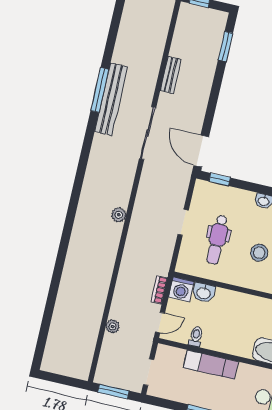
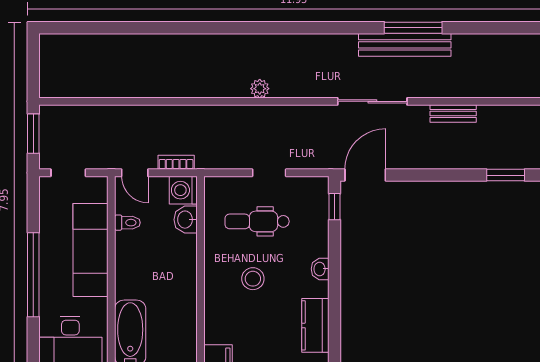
plant: (113, 327) -> (116, 114), removed
exam couch: (211, 365) -> (91, 250), width x1.36, depth x1.45

